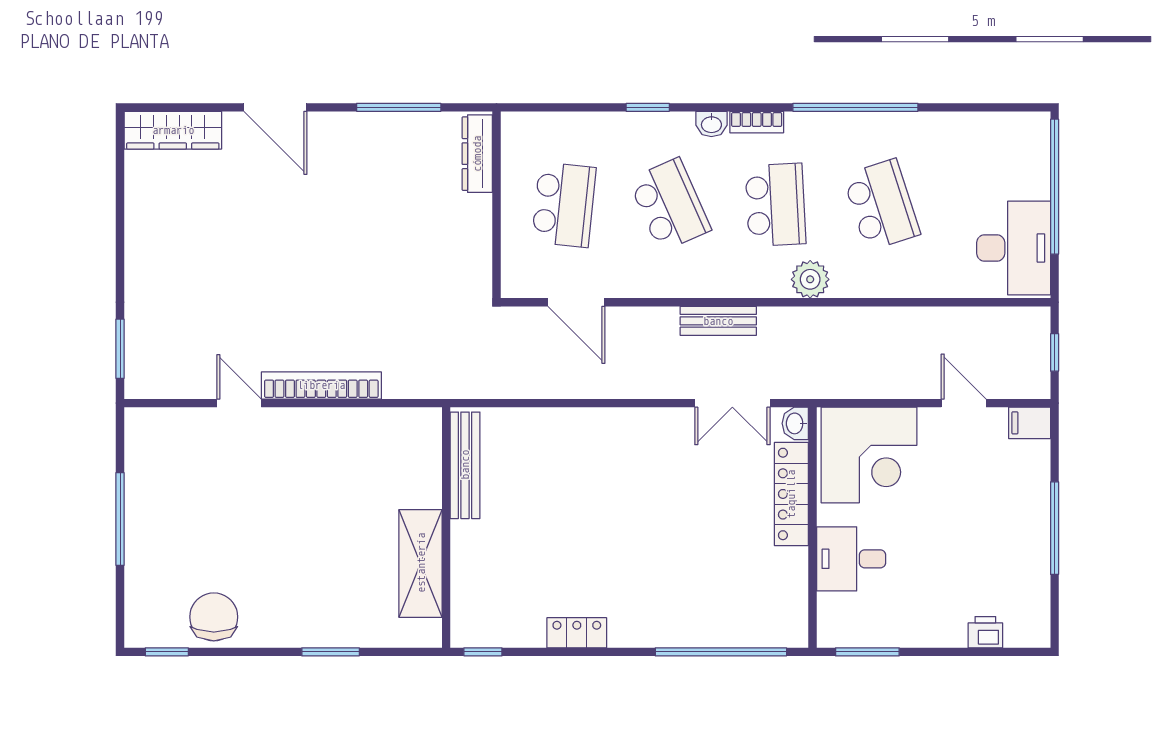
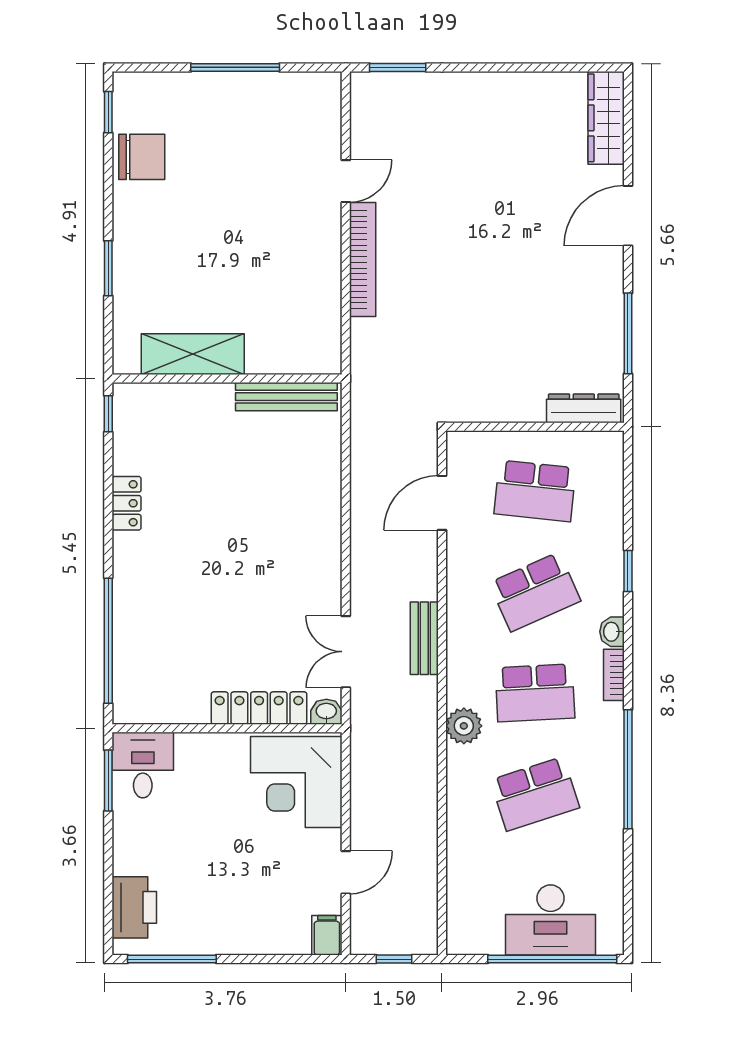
desk: (1014, 248) -> (550, 920), moved
window: (1055, 528) -> (172, 959), moved
desk: (851, 559) -> (143, 765), moved
printer: (985, 632) -> (134, 907), width x1.87, depth x1.48

